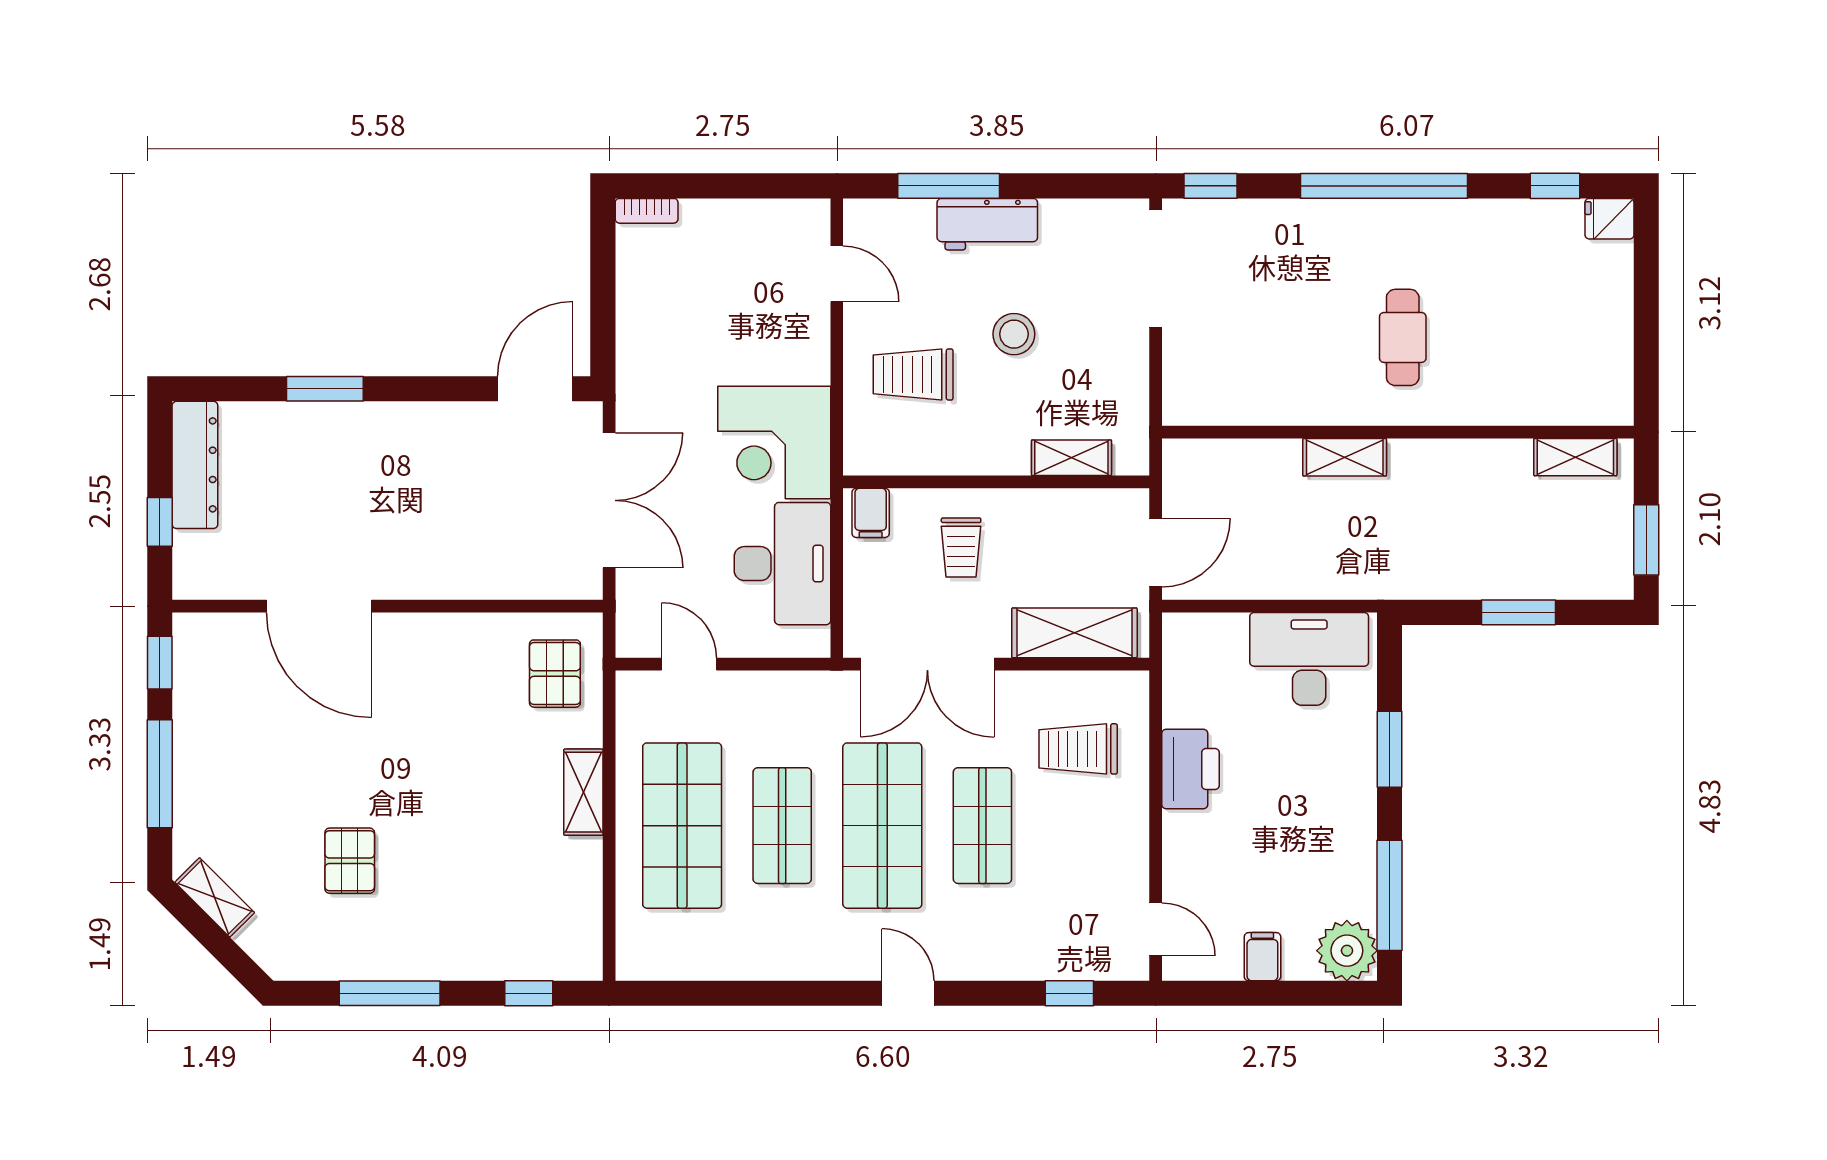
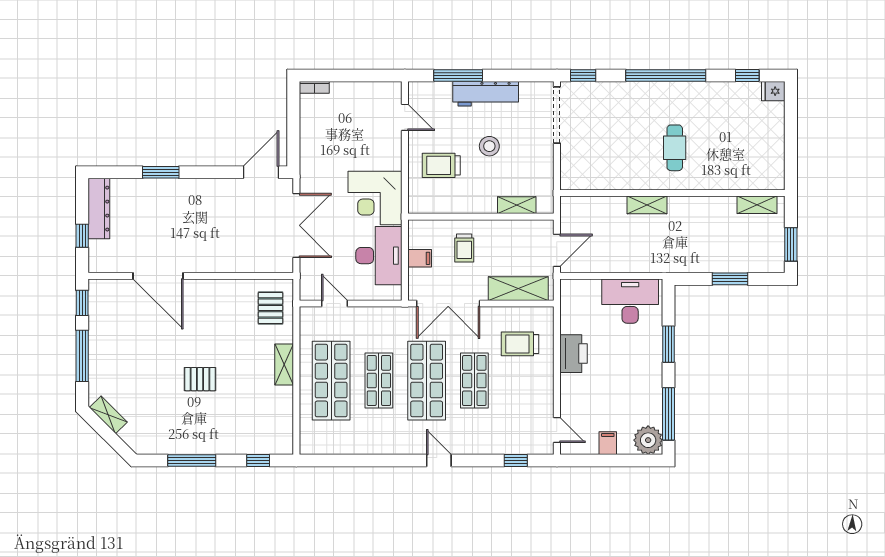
workbench: (987, 224) -> (486, 94), width x1.38
filing cabinet: (871, 513) -> (420, 258), moved, turned -90
pallet: (350, 861) -> (200, 379), moved, turned 90

